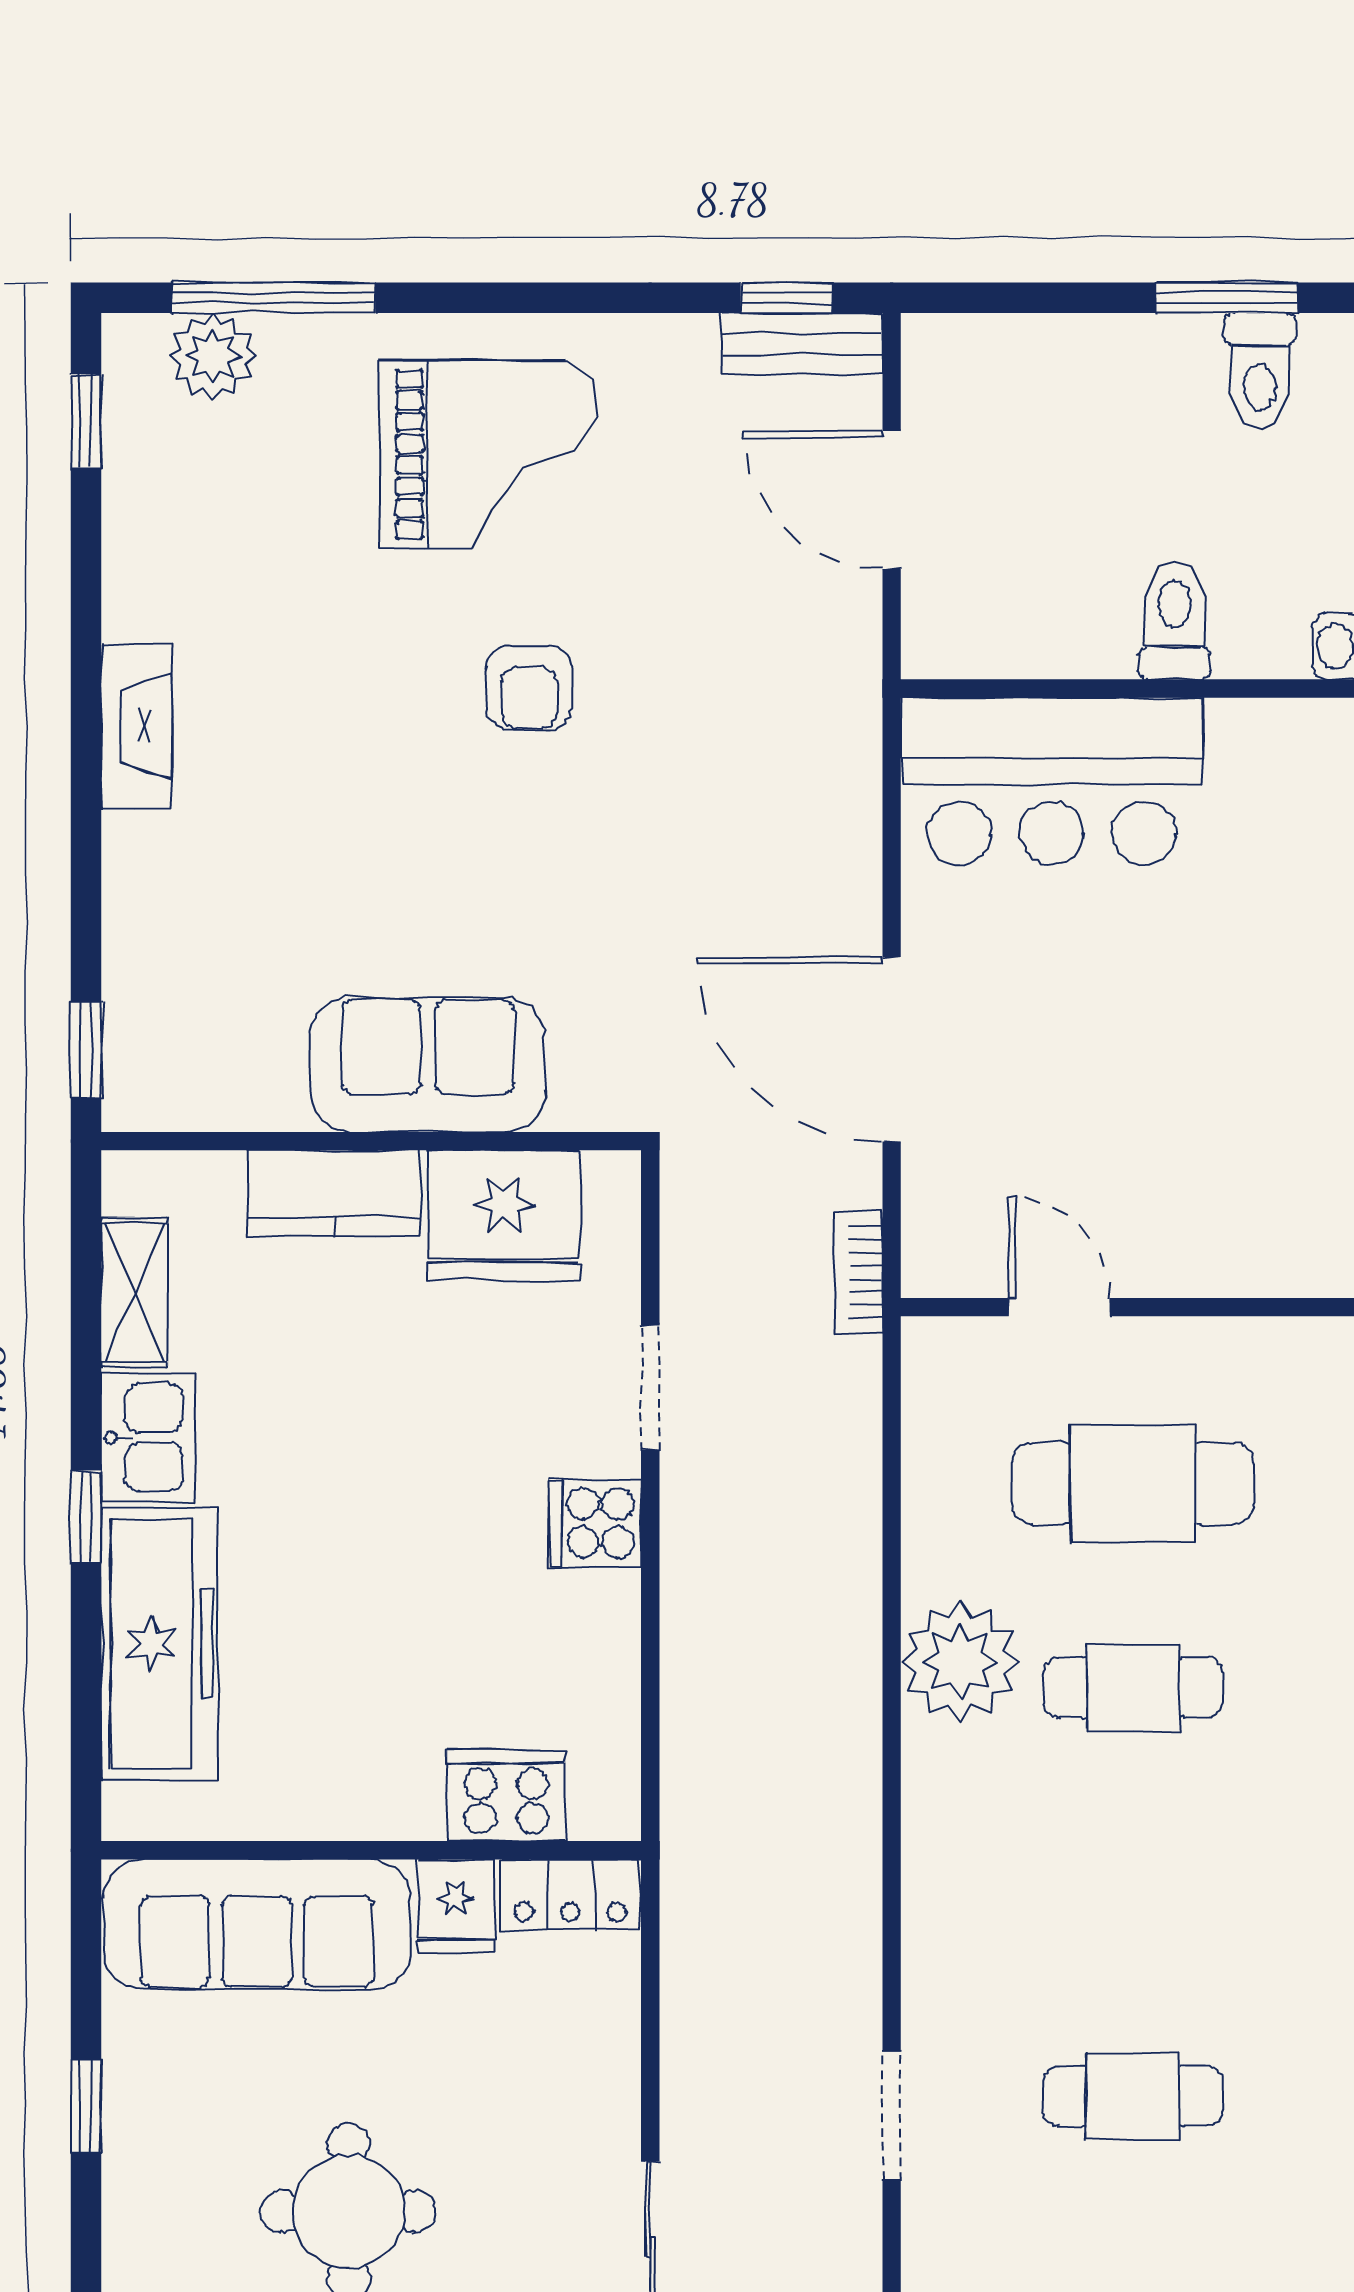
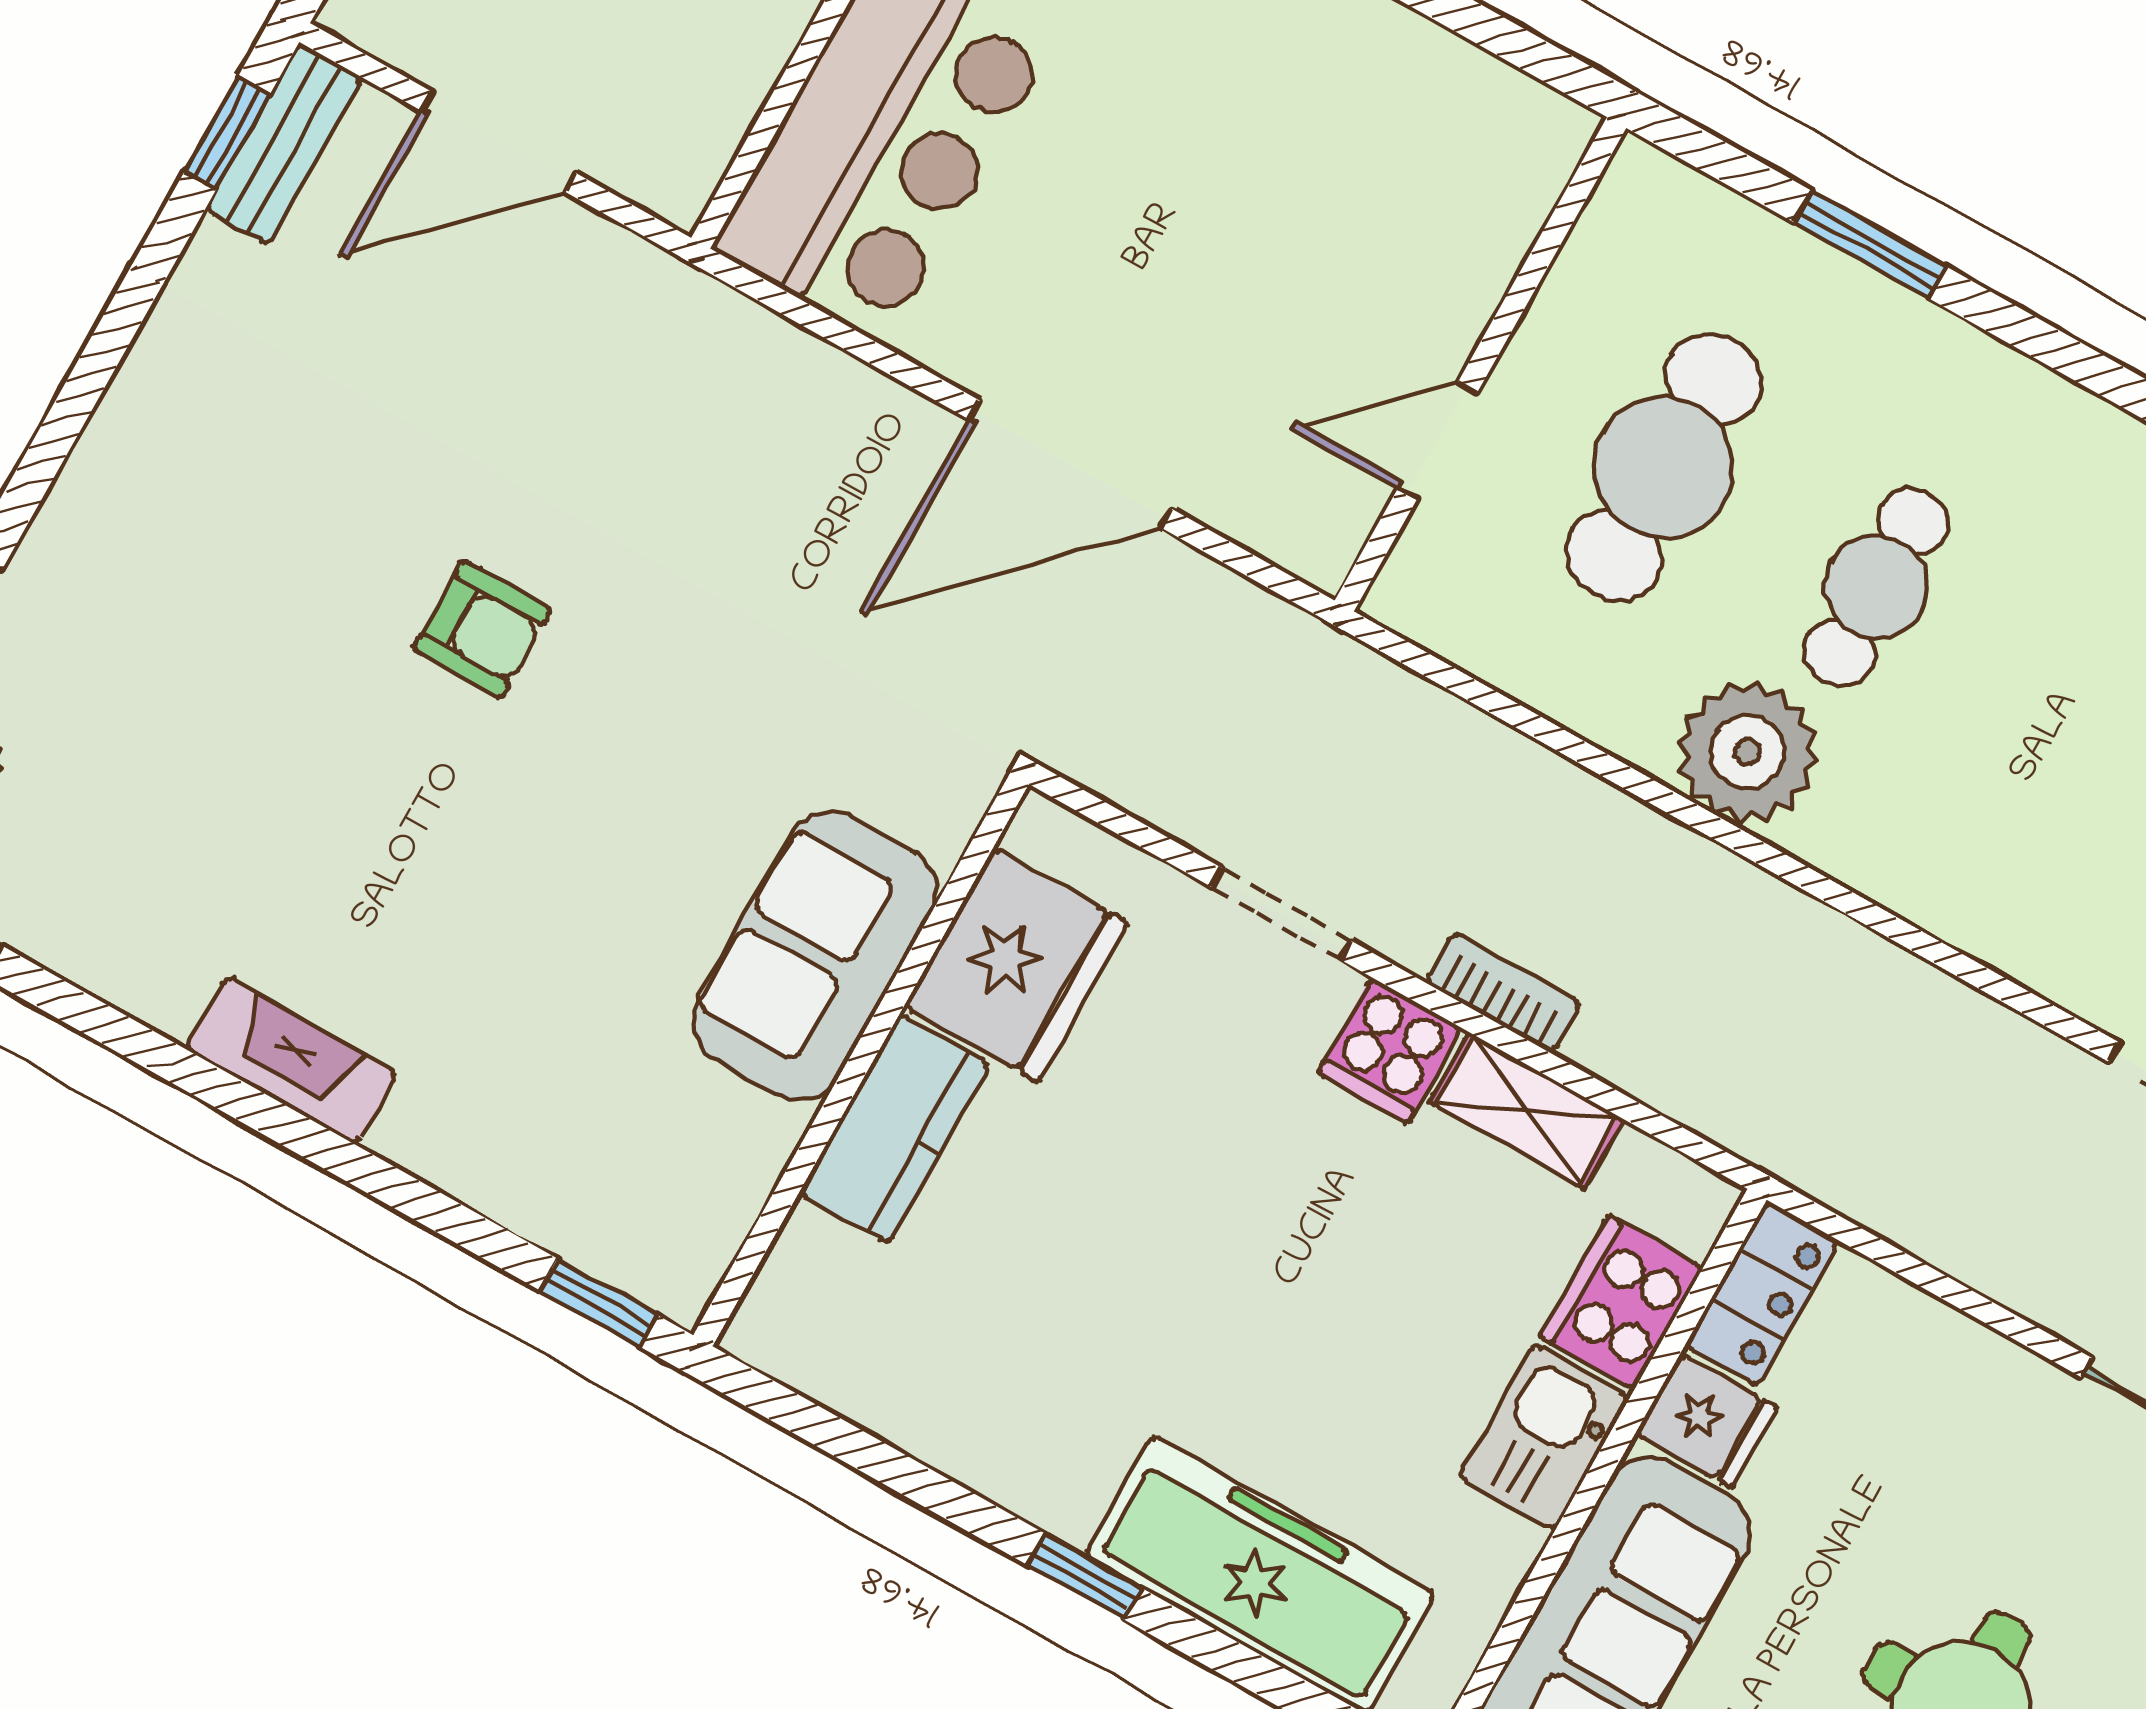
grand piano: (488, 454) -> (215, 535), removed
bookcase: (858, 1272) -> (1503, 993), moved, turned 180
shelving: (135, 1292) -> (1527, 1111), moved
kitchen sink: (148, 1437) -> (1544, 1437), moved, turned -90

